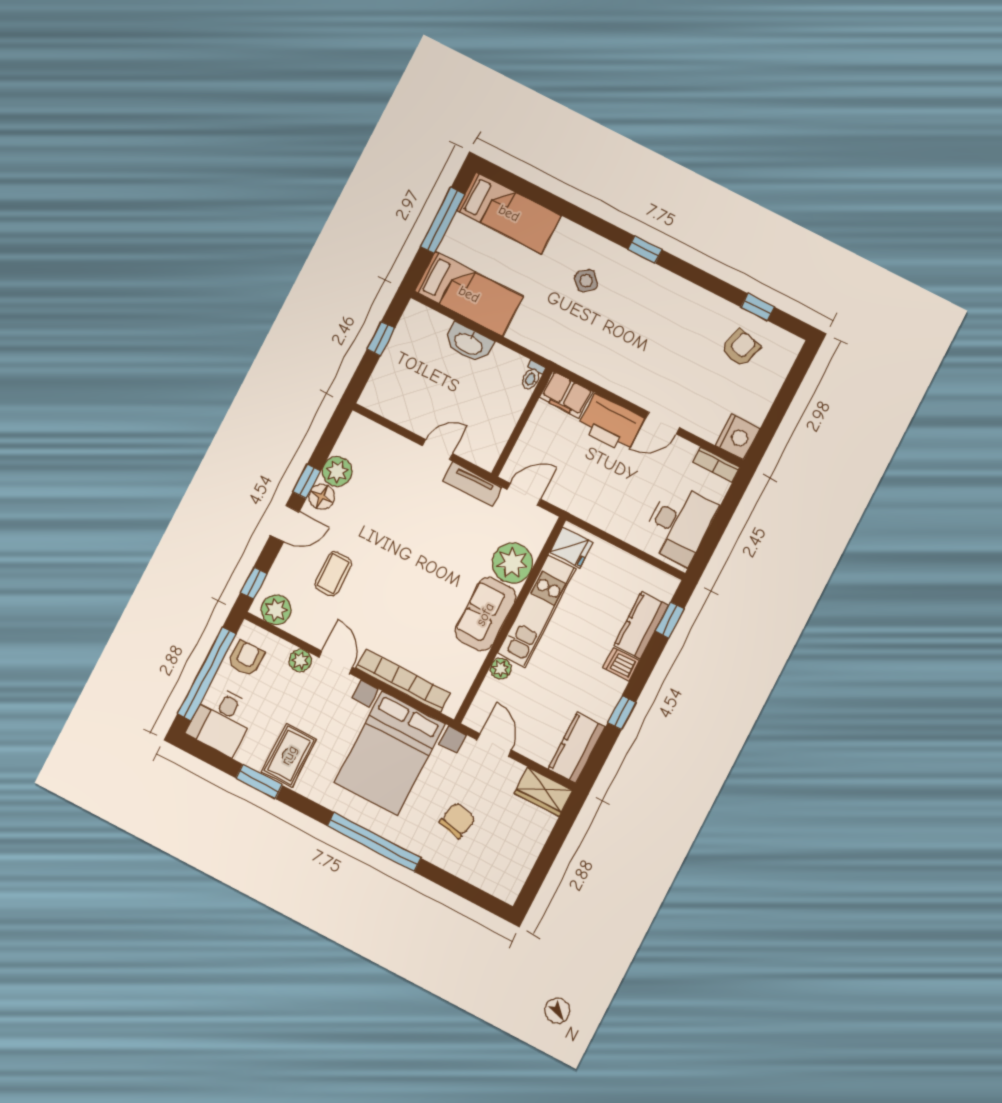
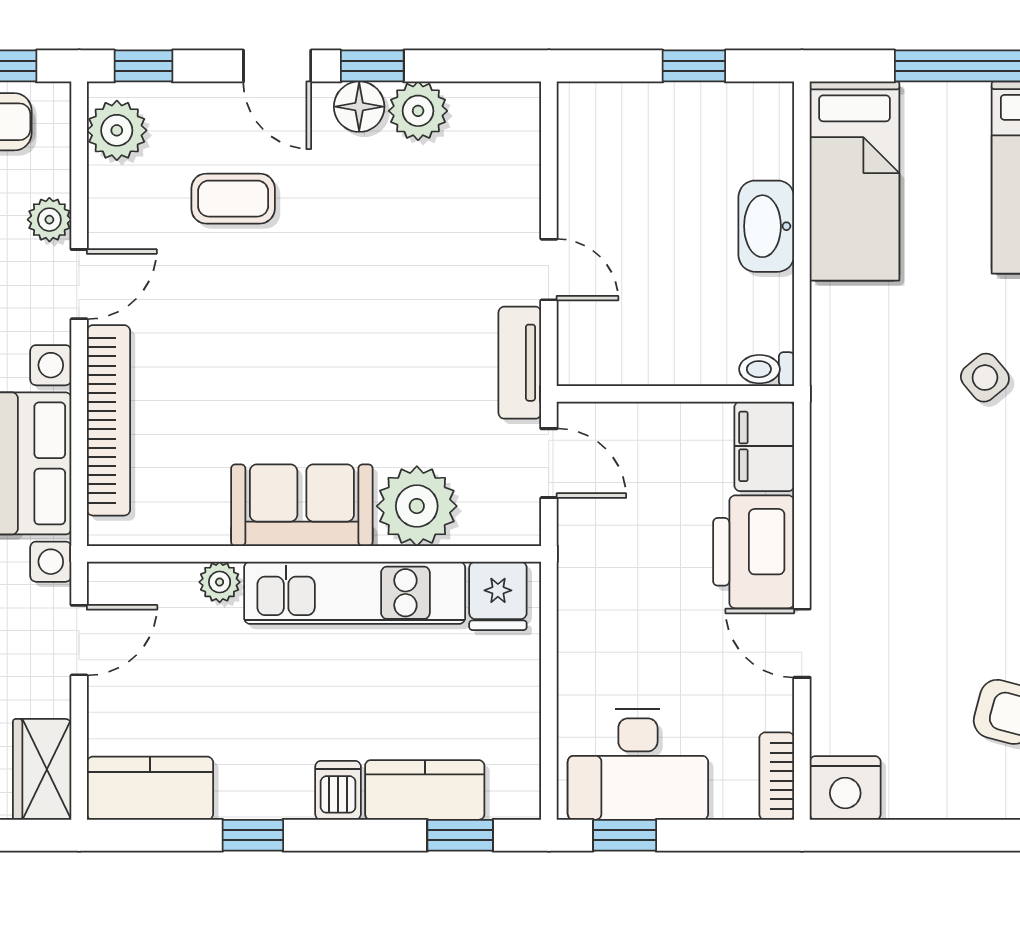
window: (708, 546) -> (625, 835), added

